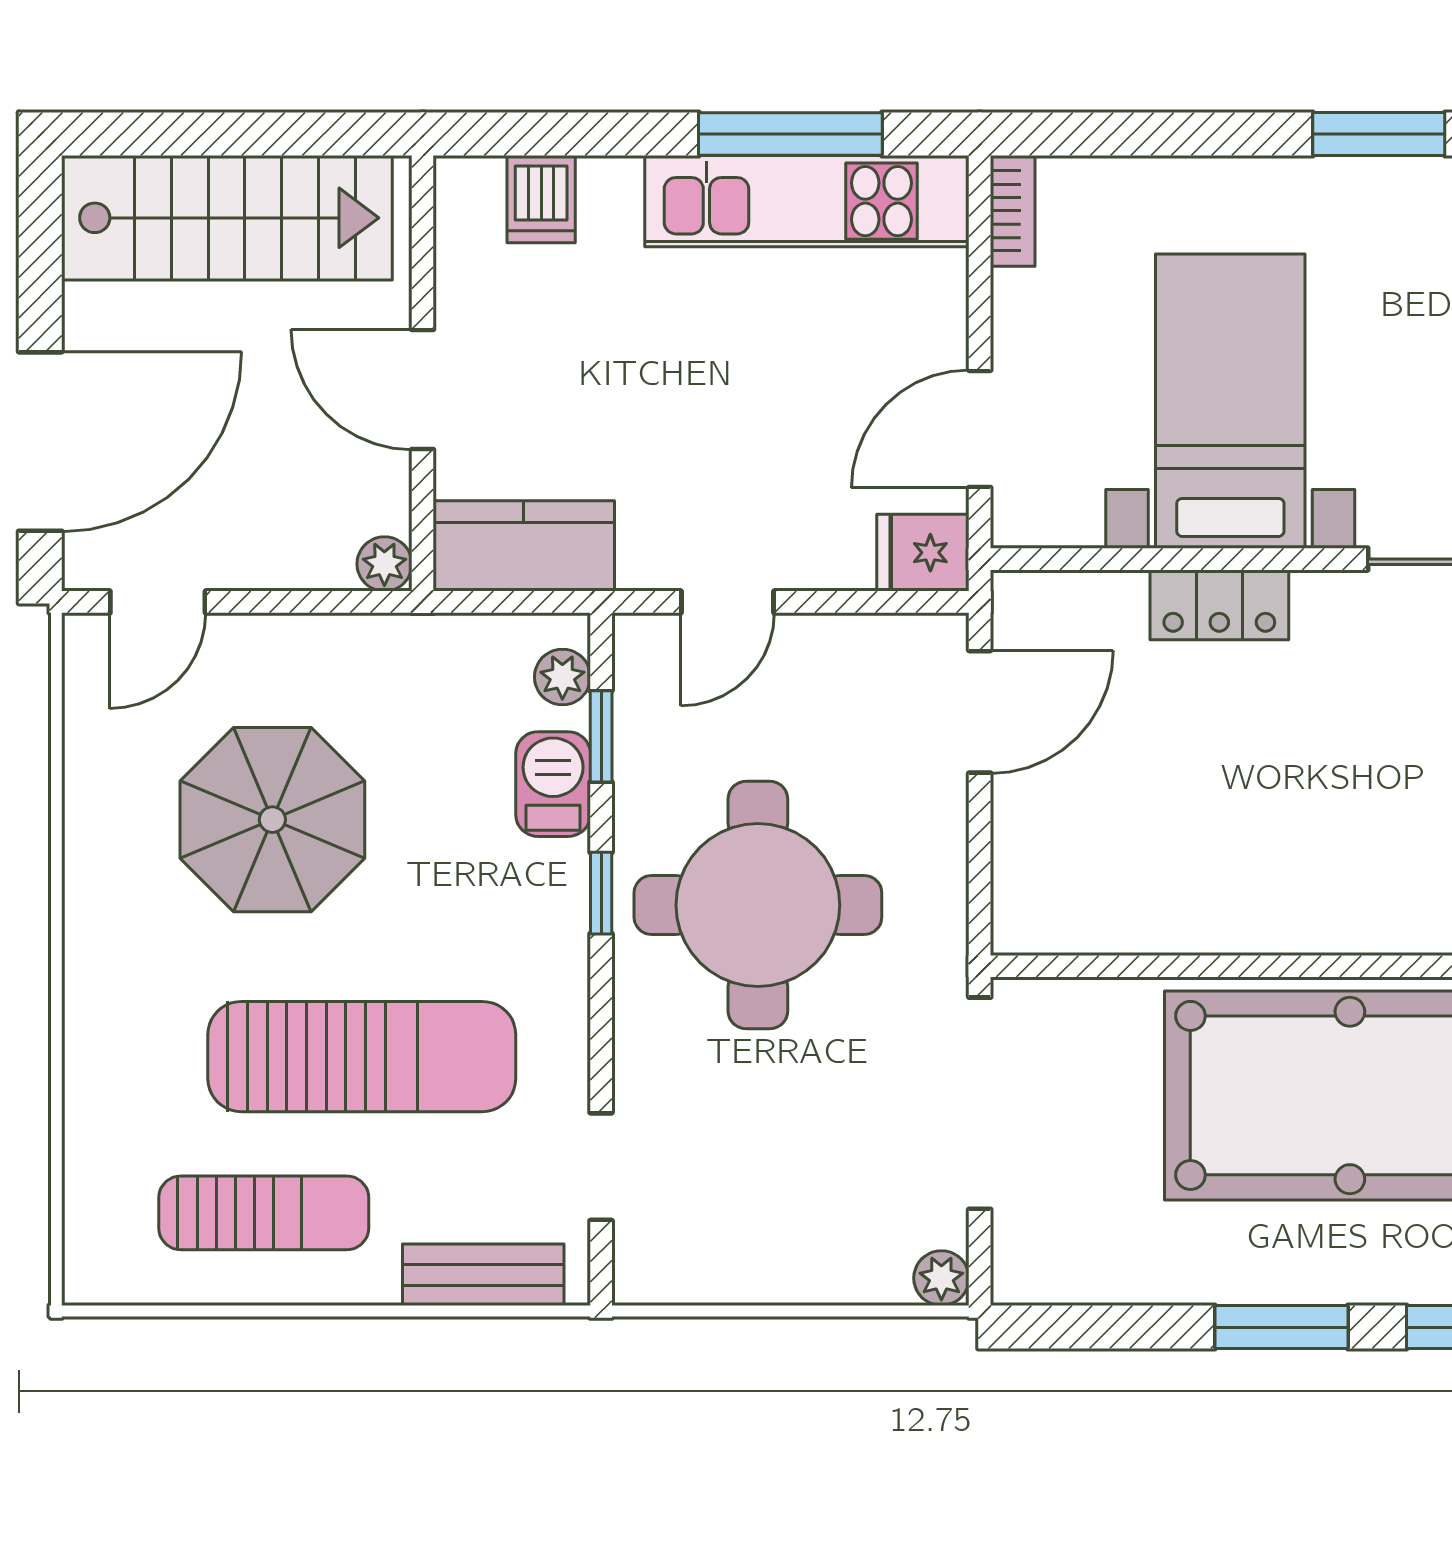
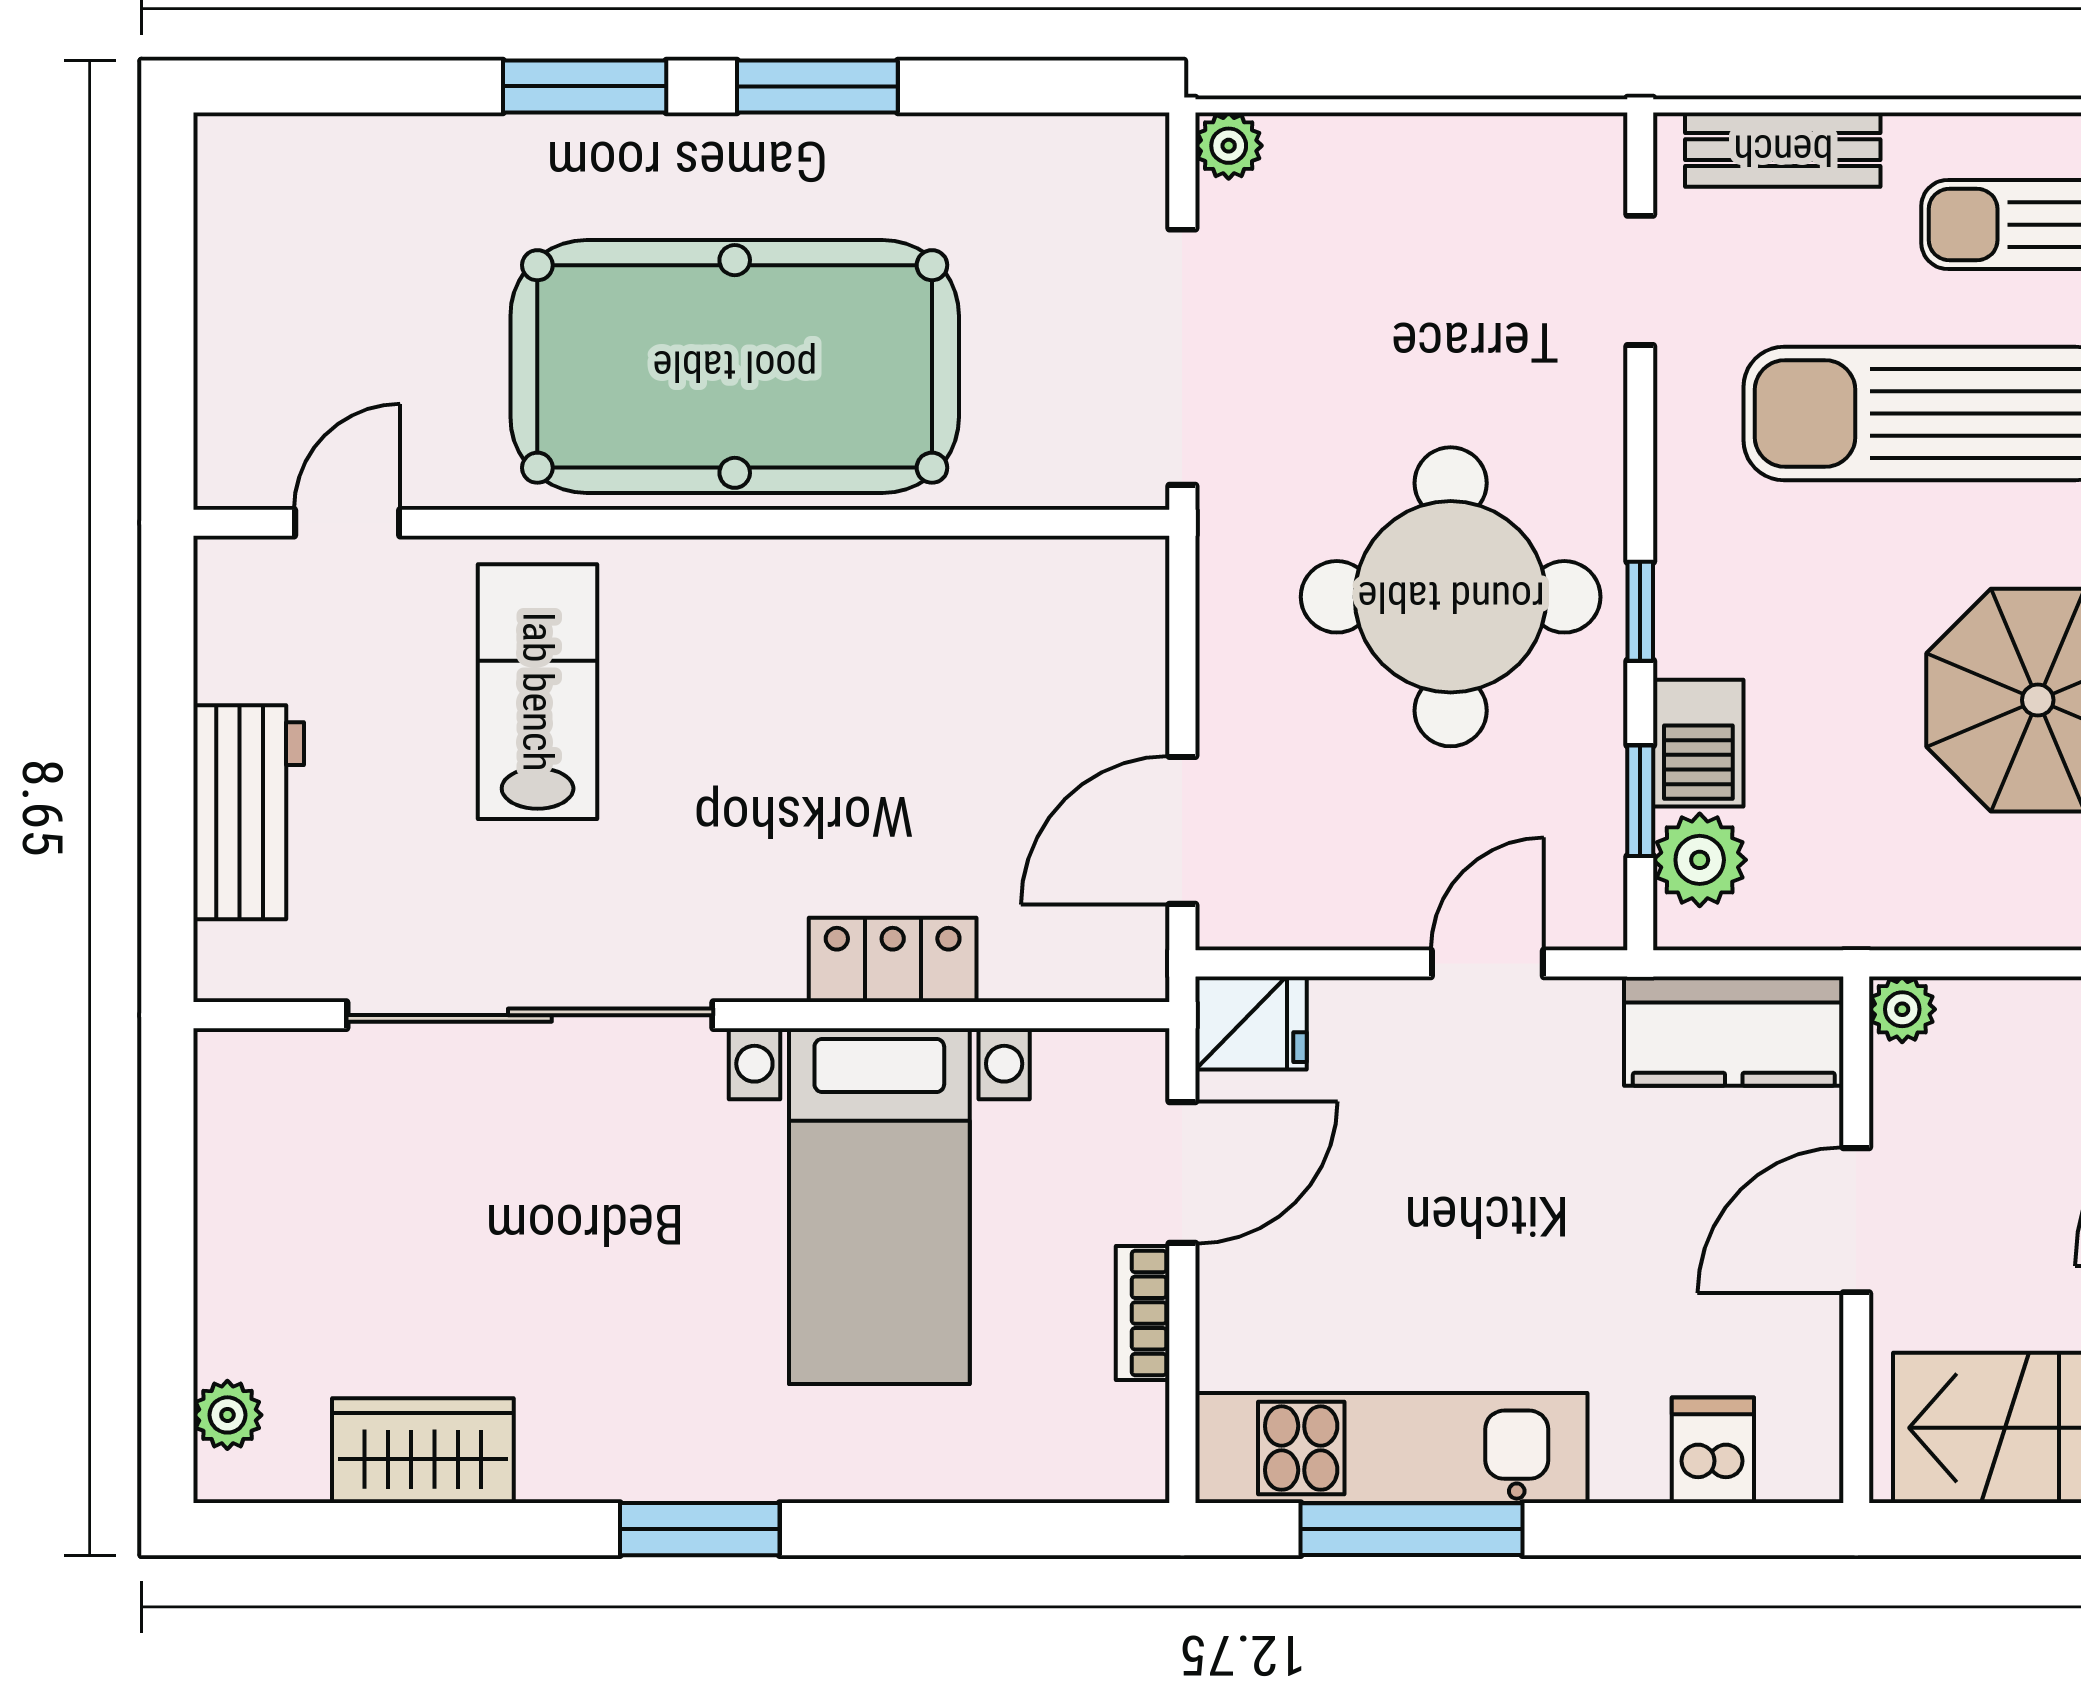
bookcase: (1013, 211) -> (1143, 1313), moved
door: (422, 389) -> (1856, 1220), swing flipped
plant: (562, 677) -> (1700, 860), width x1.38, depth x1.38

